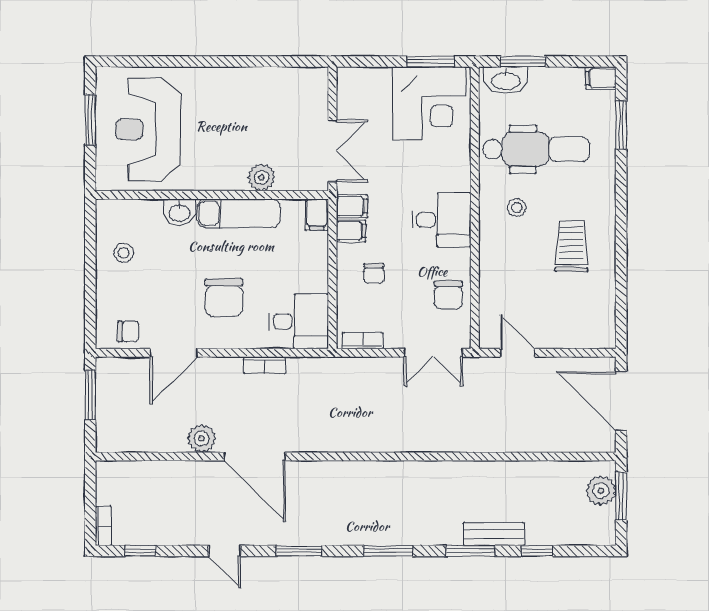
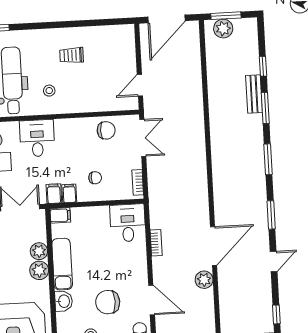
plant: (231, 176) -> (39, 270), added
desk: (442, 220) -> (37, 138), moved
trolley: (571, 246) -> (72, 55), width x0.73, depth x0.72
chair: (224, 297) -> (108, 302), moved, turned 180

